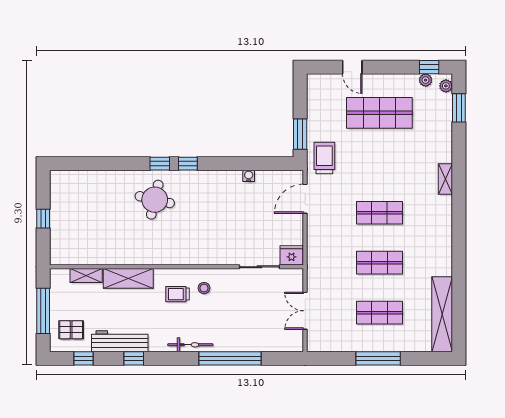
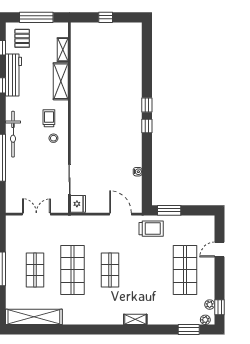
round table: (155, 200) -> (120, 101), removed
shop shelf: (379, 263) -> (73, 270), width x1.43, depth x1.36
bicycle: (190, 345) -> (13, 134), width x1.37, depth x1.40

